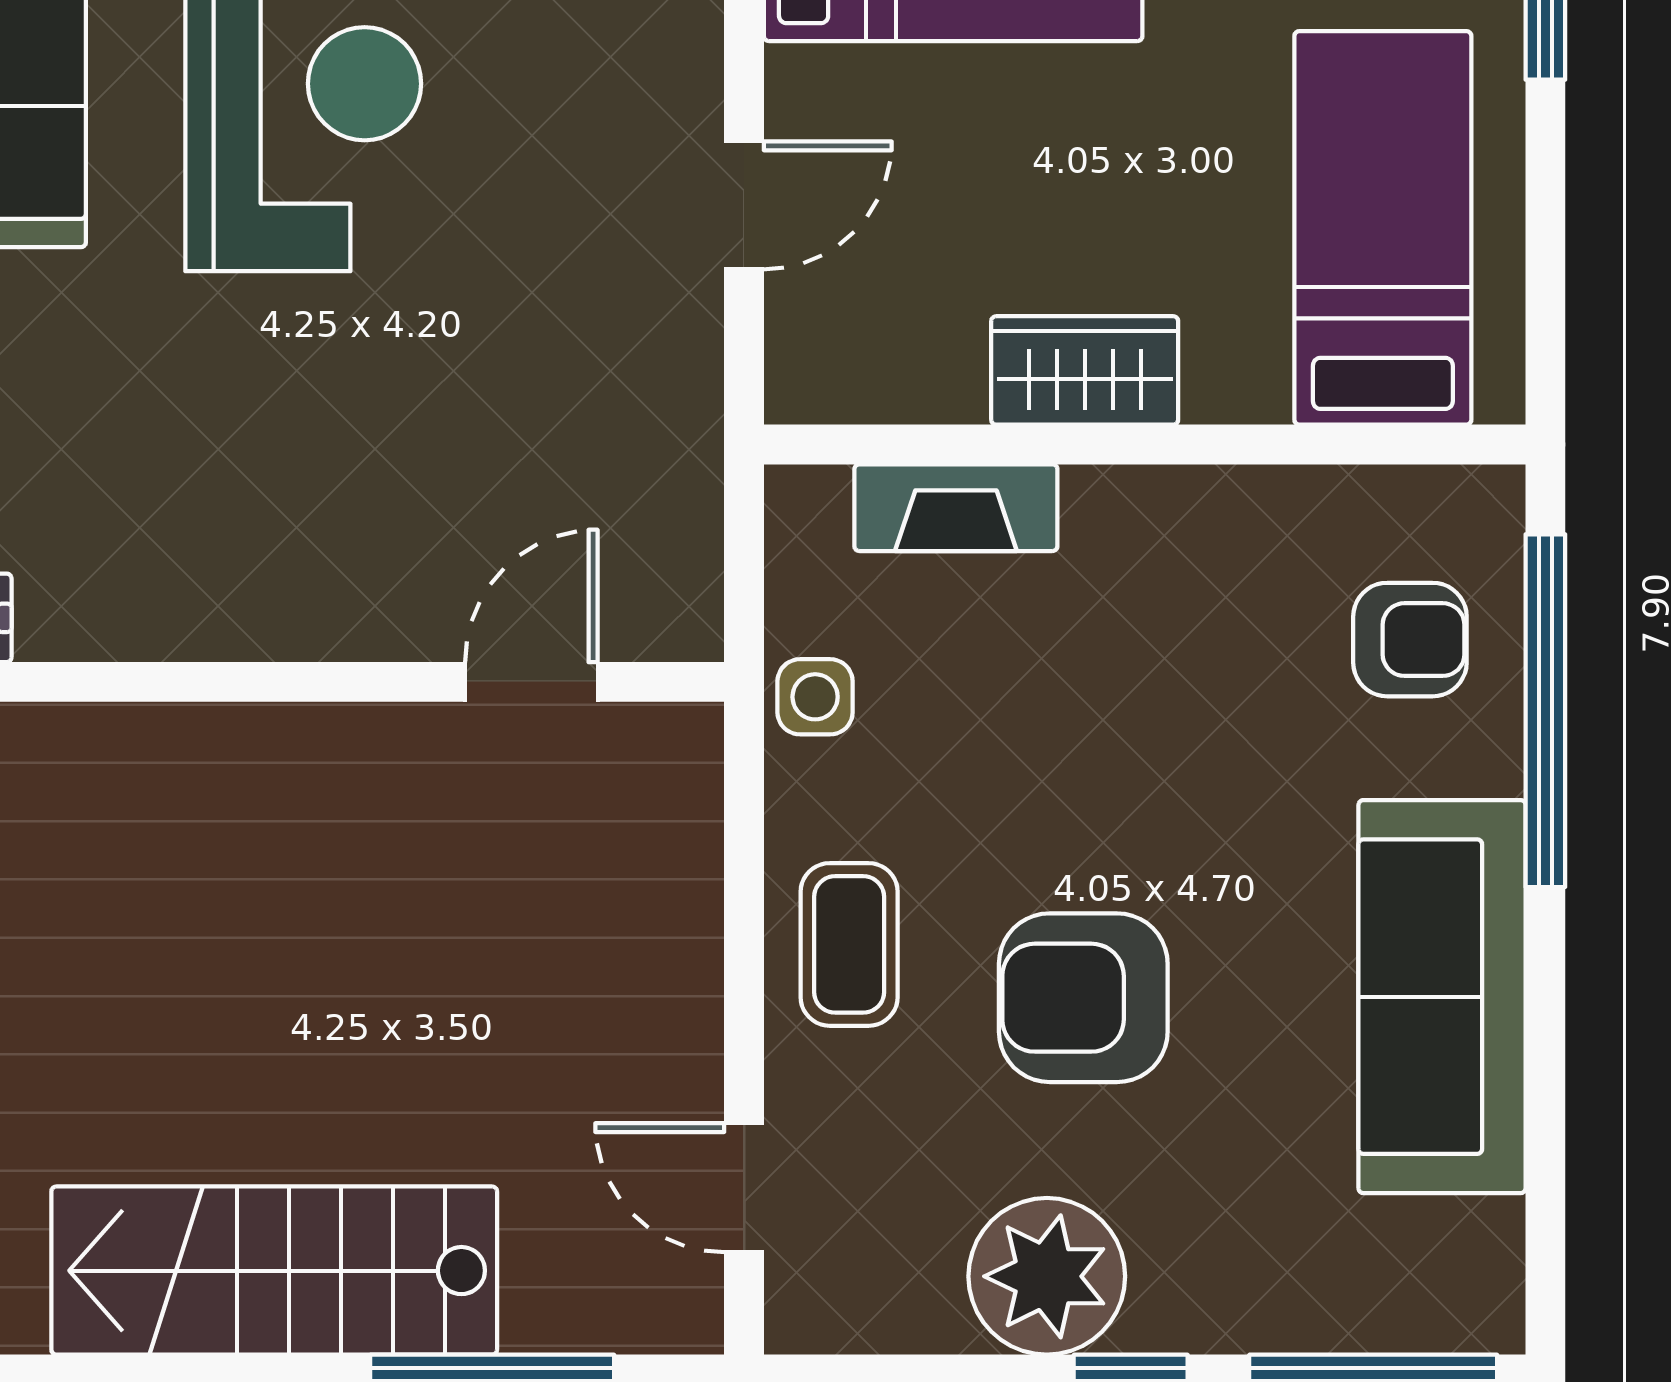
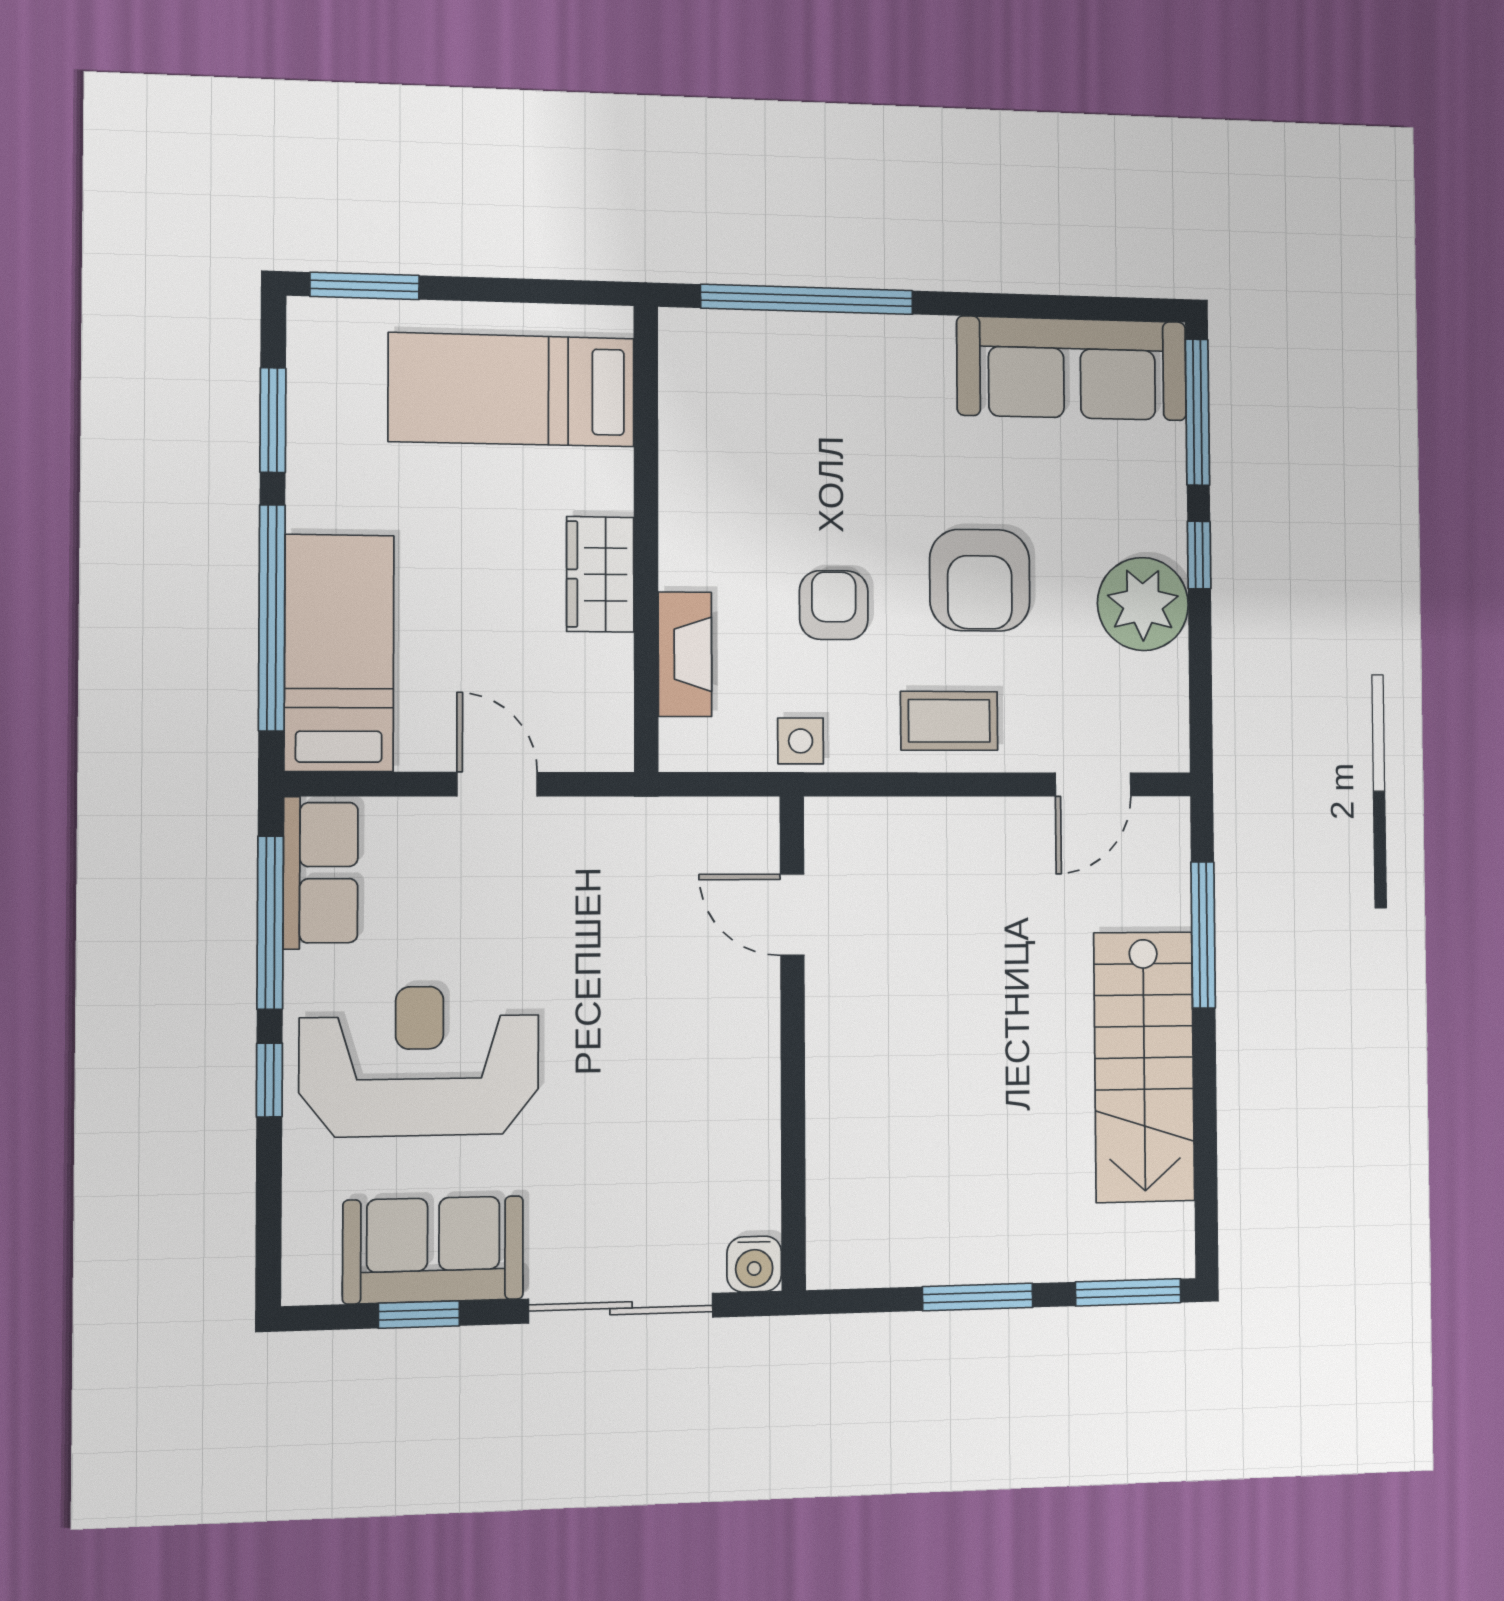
armchair: (1410, 640) -> (834, 605), moved
sofa: (1442, 997) -> (1072, 368), moved

